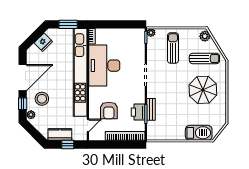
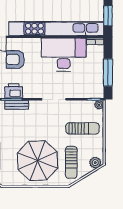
window: (121, 24) -> (108, 73), added
parasol: (203, 90) -> (38, 161), width x1.36, depth x1.36

